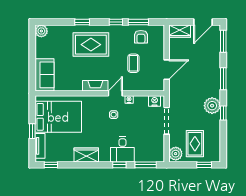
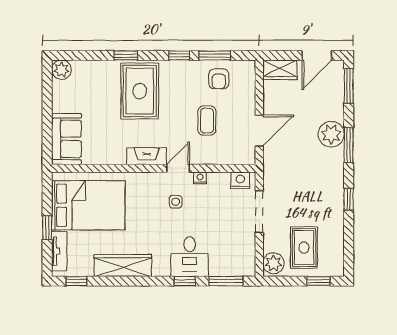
rug: (91, 45) -> (140, 91), turned 90
plant: (212, 106) -> (331, 134), moved
wardrobe: (86, 155) -> (123, 266), width x1.50

